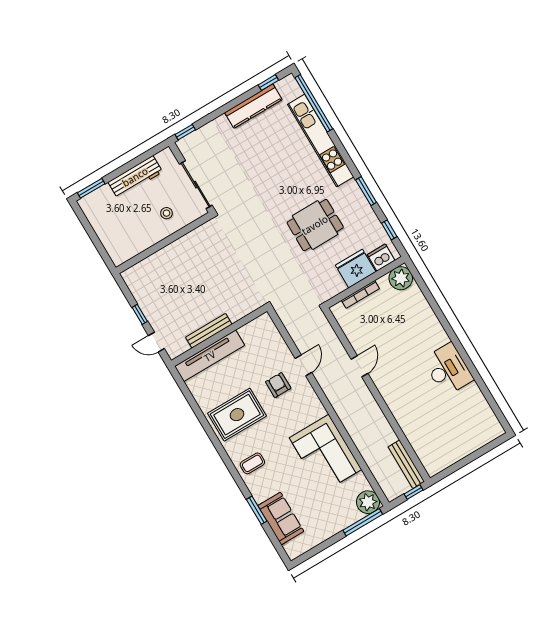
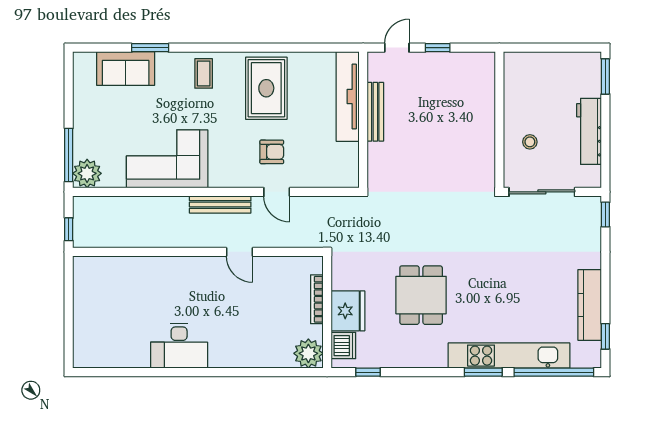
window: (366, 191) -> (483, 372), moved
bench: (406, 464) -> (220, 204), moved

